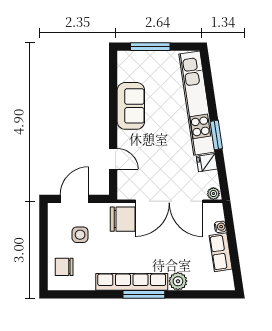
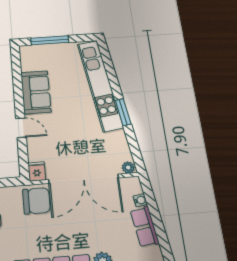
door: (113, 159) -> (21, 128), moved
fridge: (207, 163) -> (37, 171), moved, turned 98

